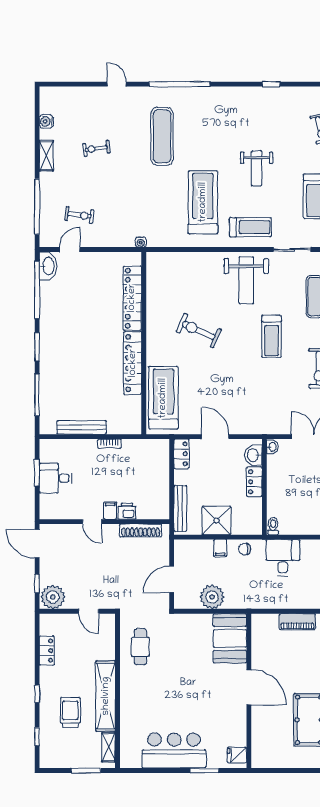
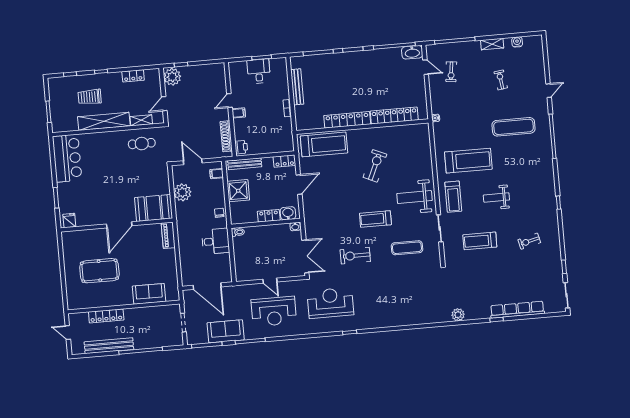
printer: (127, 511) -> (241, 147), moved
door: (37, 544) -> (210, 62), removed
filing cabinet: (220, 548) -> (217, 174), moved
piano: (297, 622) -> (168, 235), moved
trolley: (70, 712) -> (90, 97), turned 180
shelving: (108, 747) -> (141, 120), moved
bar counter: (174, 751) -> (67, 158), moved

